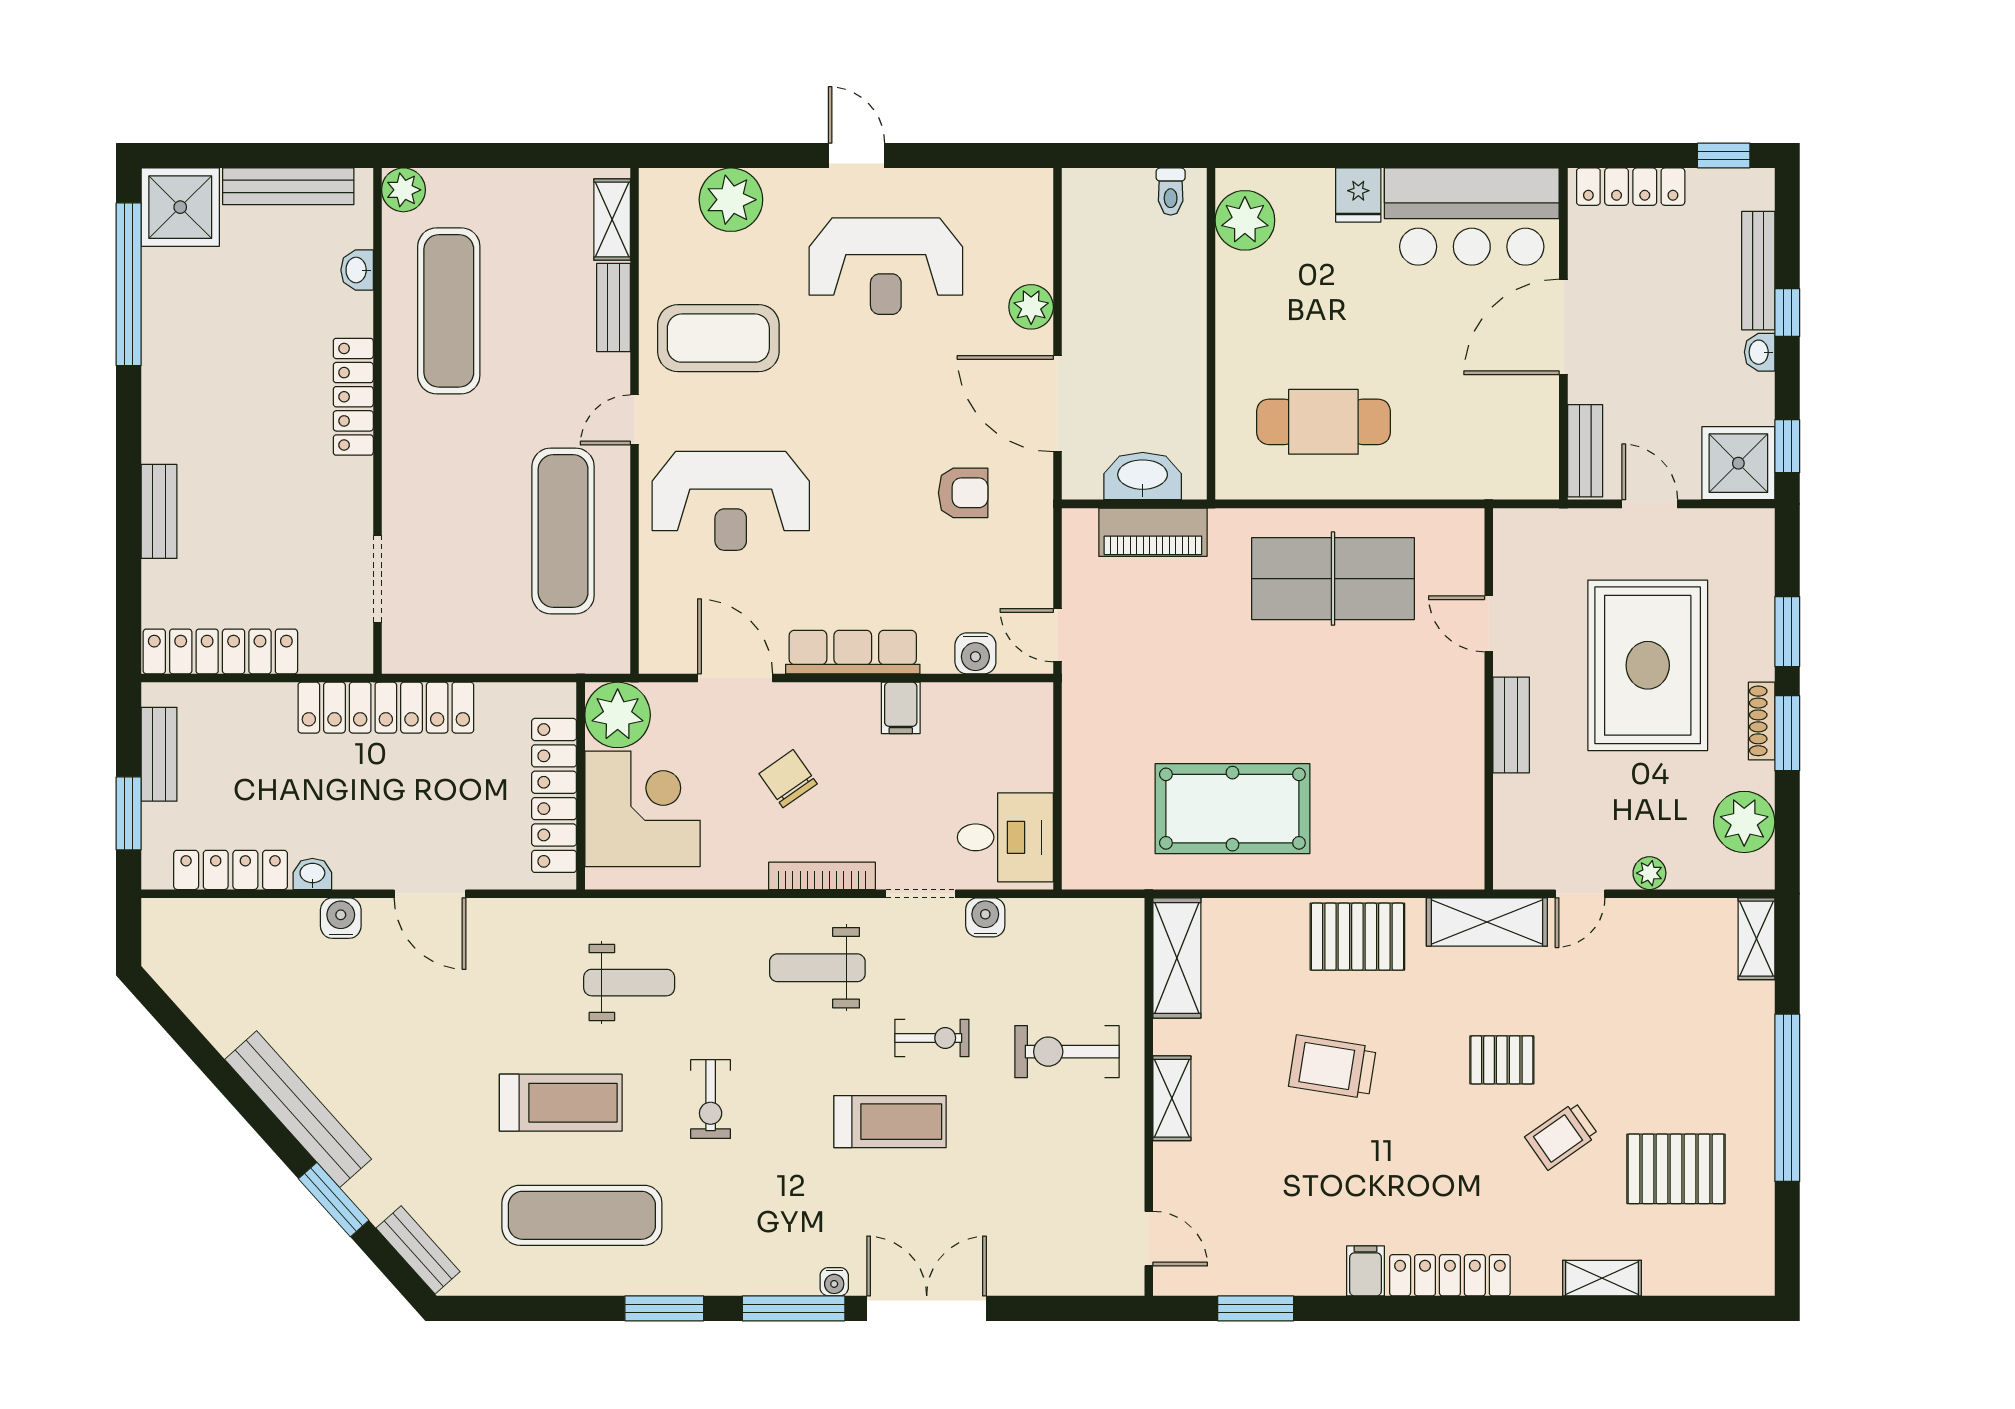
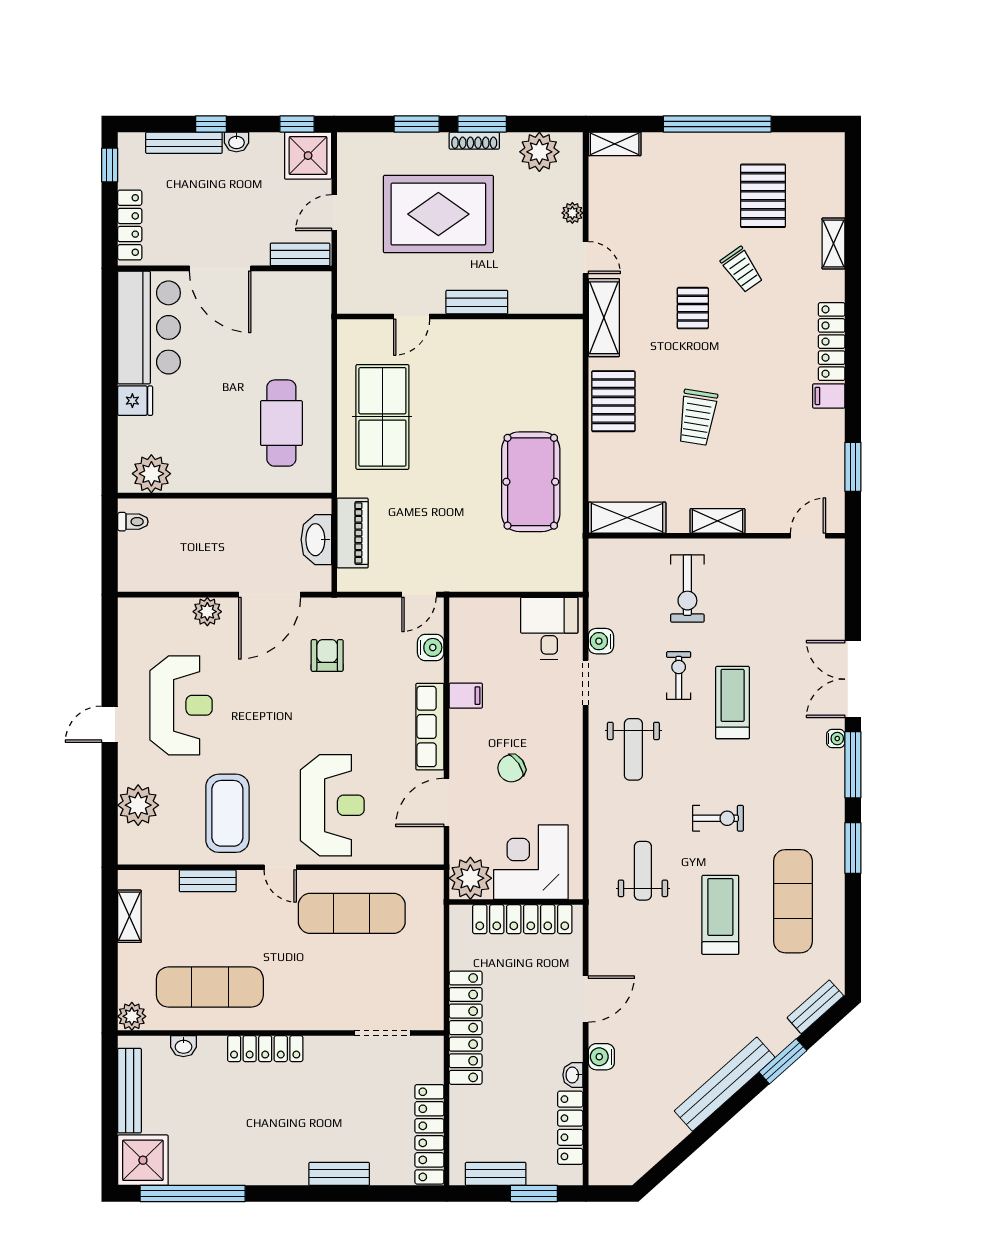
shelving: (612, 220) -> (129, 916), moved, turned 90
bookcase: (822, 876) -> (574, 746), removed

